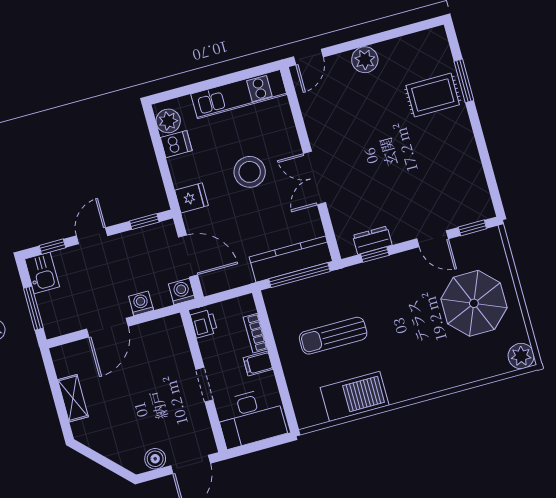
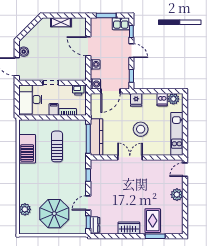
door: (308, 57) -> (185, 170), hinge flipped
wardrobe: (461, 140) -> (129, 228), added
dresser: (372, 240) -> (95, 225), moved
plant: (521, 356) -> (25, 209), moved

